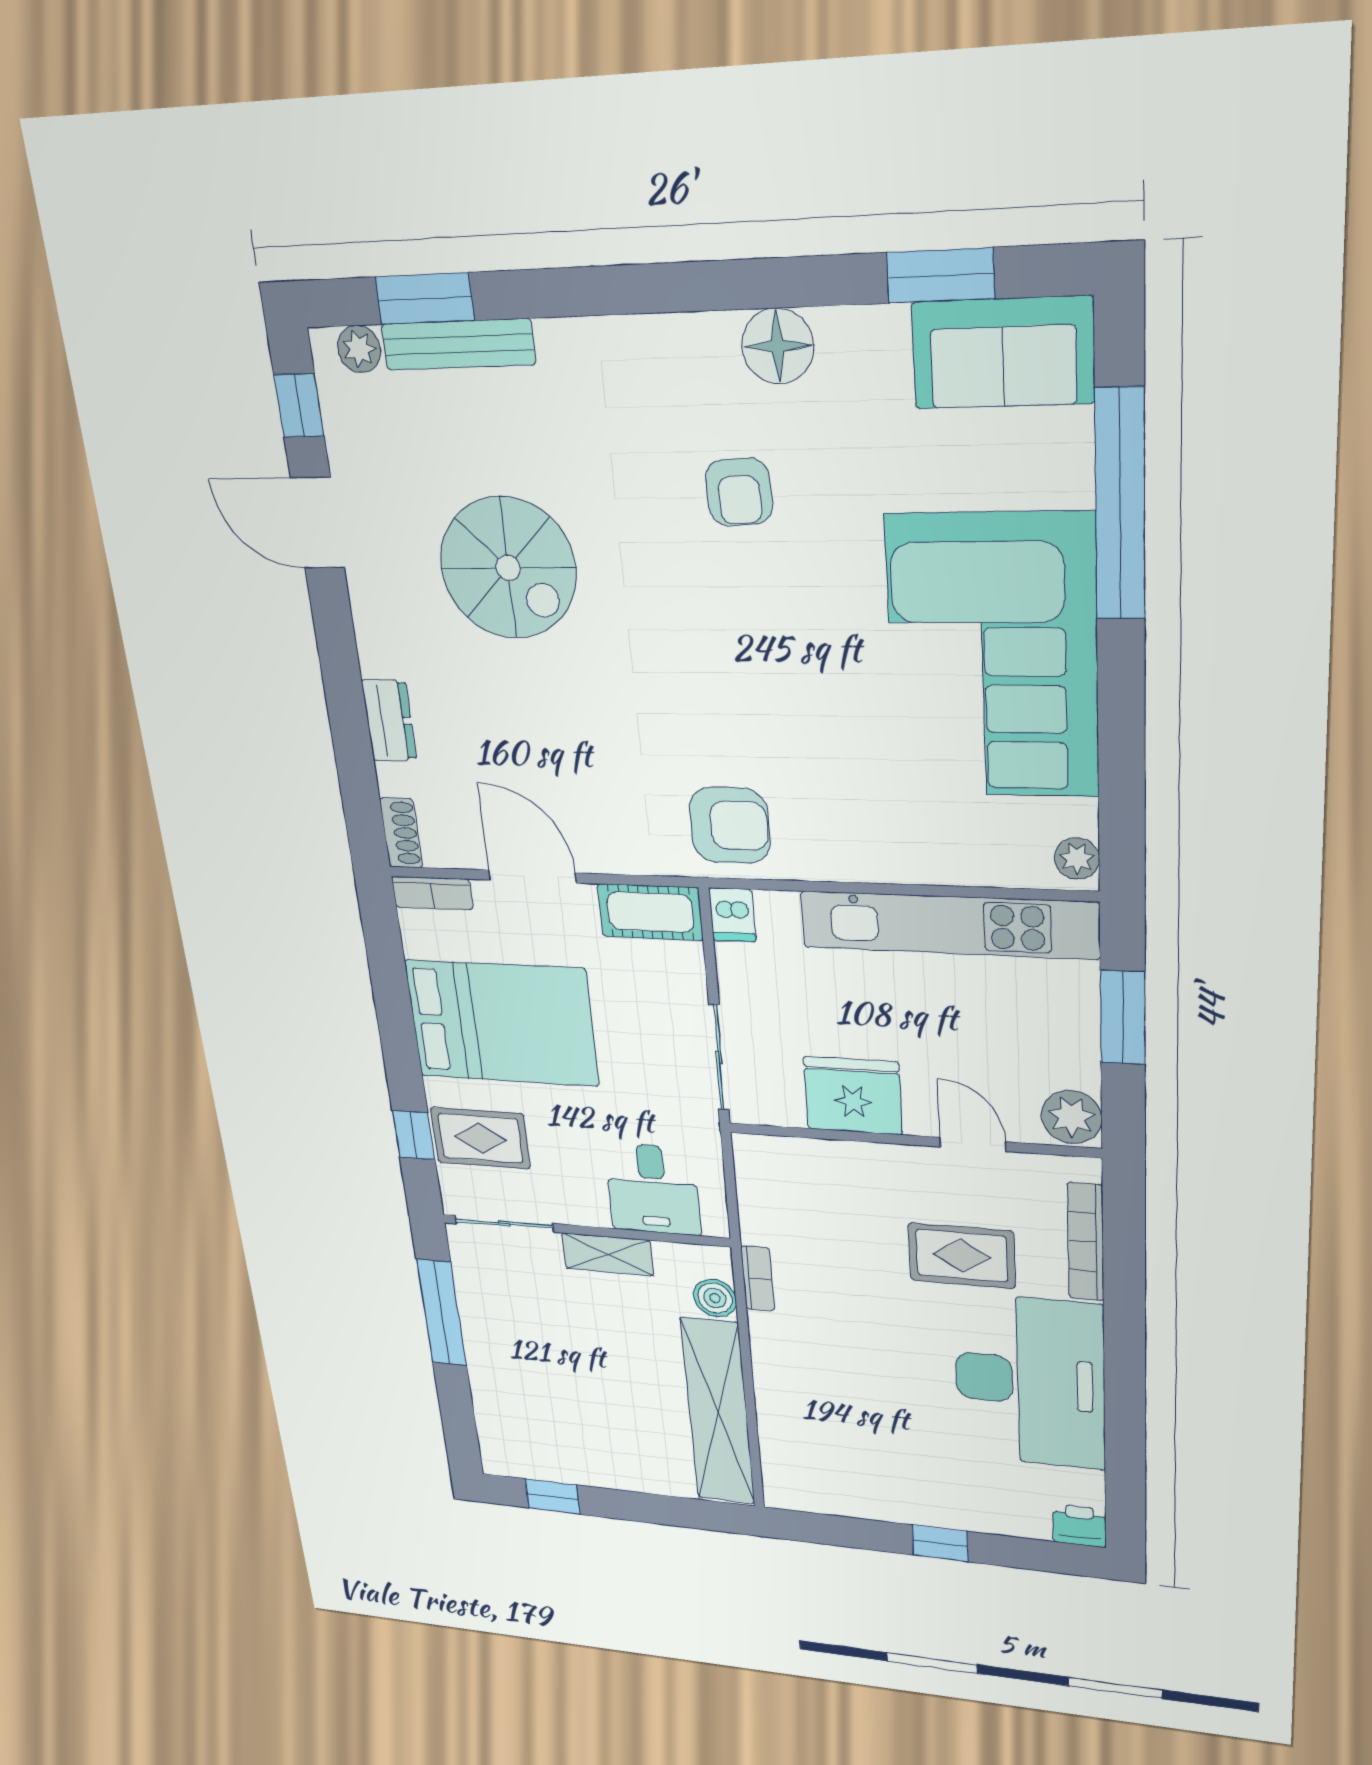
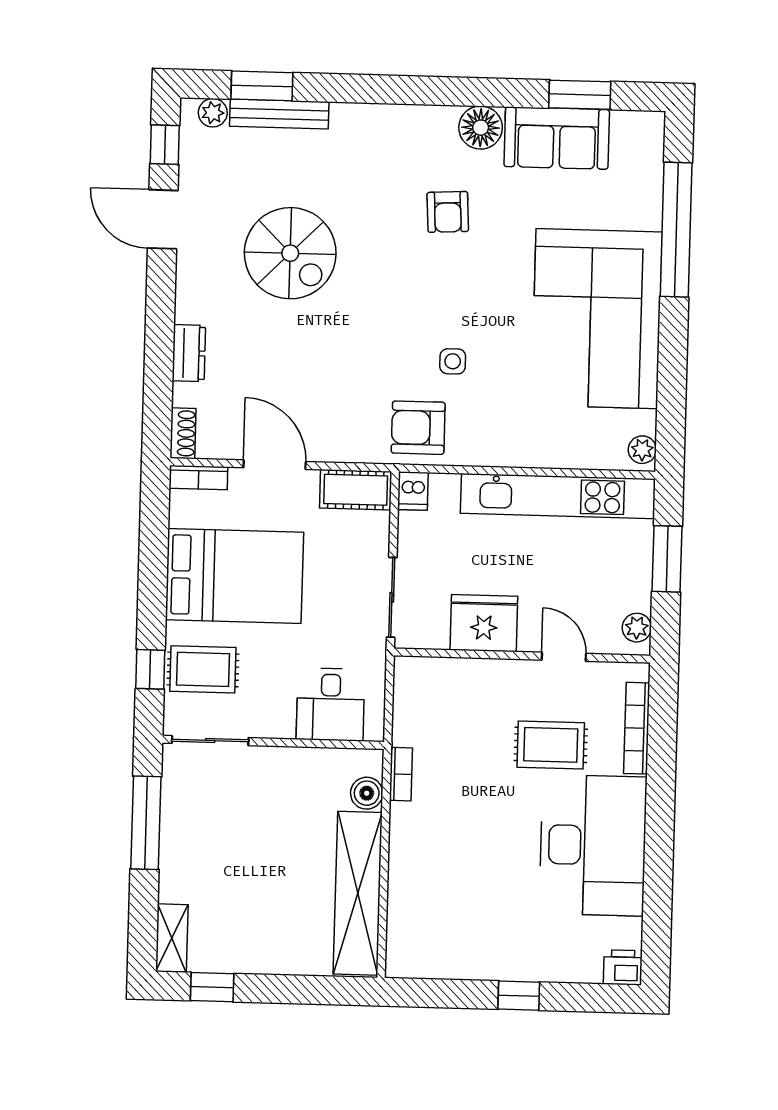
sofa: (1003, 353) -> (557, 138), moved
side table: (771, 727) -> (453, 361), added
armchair: (730, 825) -> (418, 428), turned 180
plant: (1072, 1117) -> (637, 628), width x0.73, depth x0.73
shelving: (608, 1254) -> (172, 938), moved, turned 90

